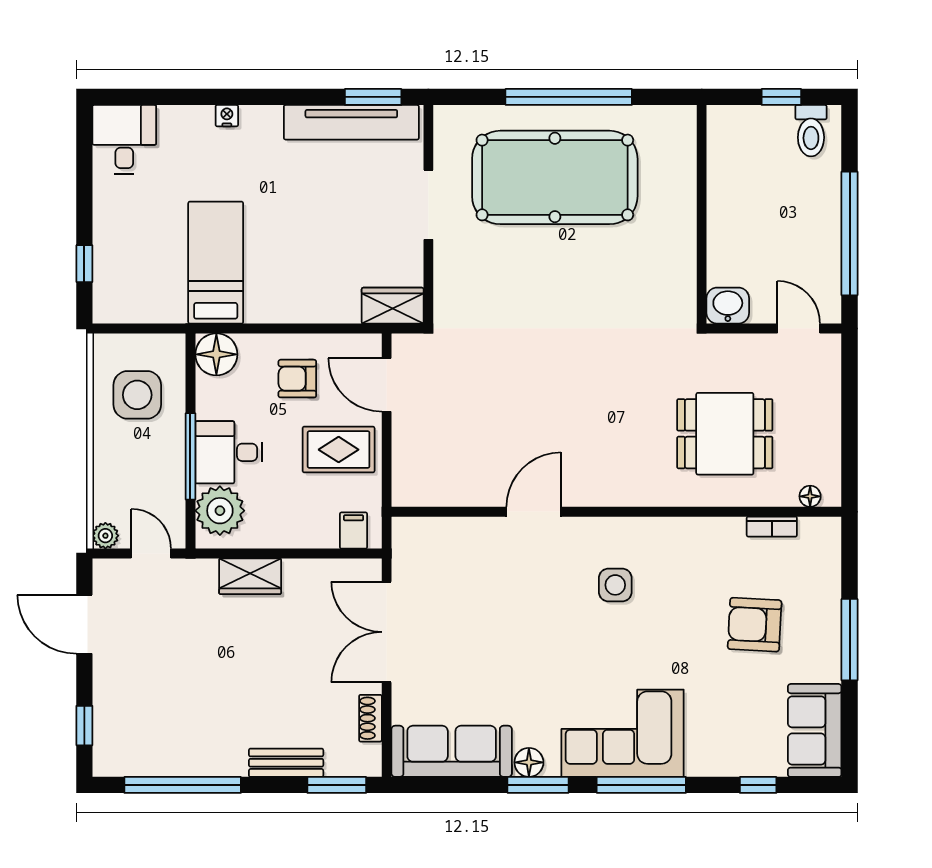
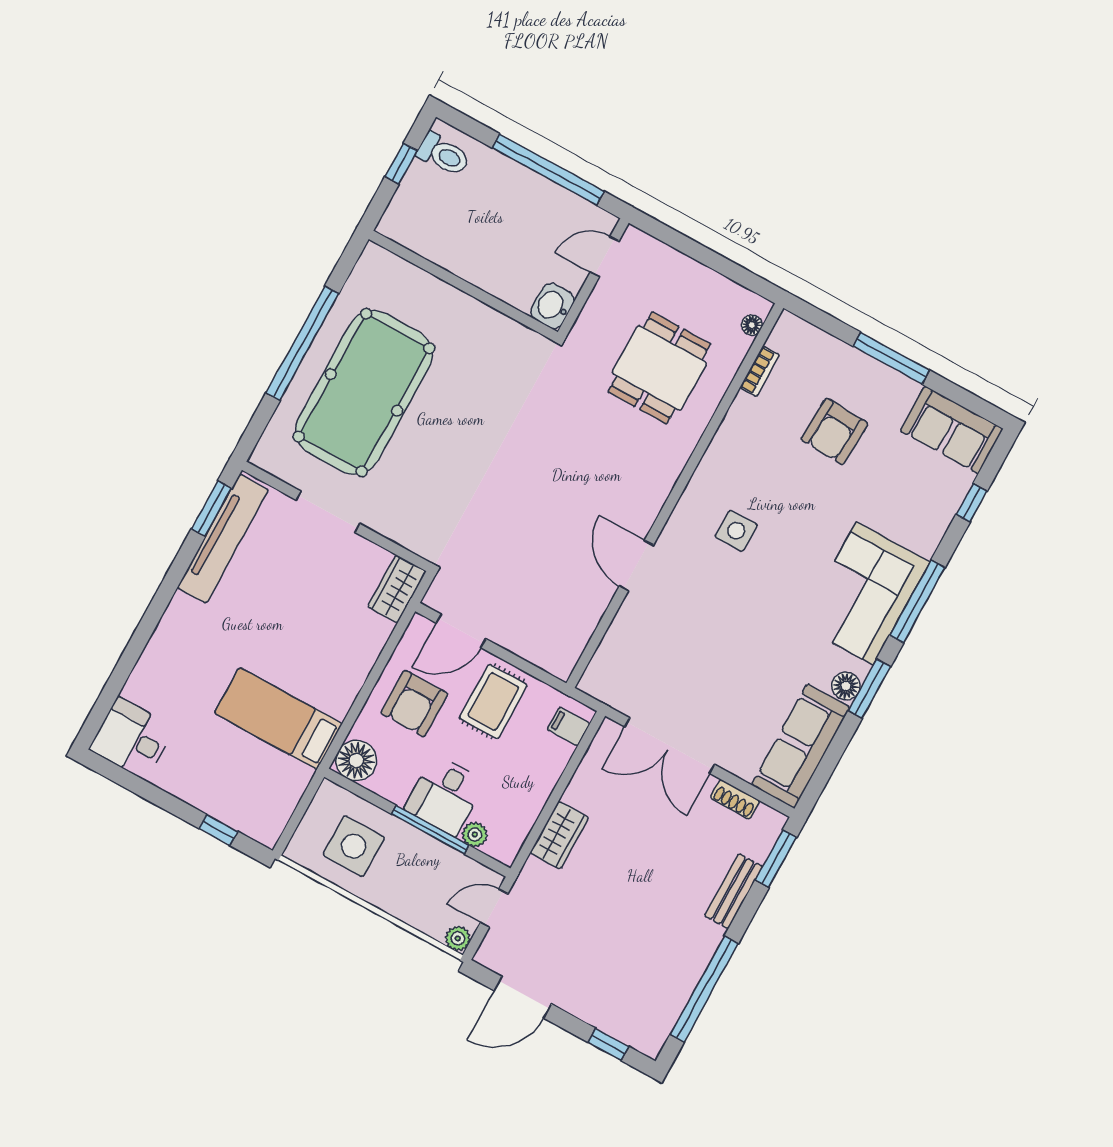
nightstand: (227, 116) -> (159, 641), removed
armchair: (297, 379) -> (414, 703), width x1.38, depth x1.38
plant: (220, 511) -> (475, 834), width x0.53, depth x0.53

